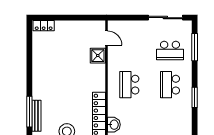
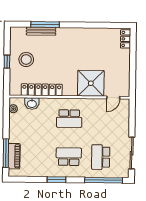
window: (195, 47) -> (104, 180), width x1.46
shower: (98, 56) -> (91, 83), width x1.86, depth x1.86
school desk: (129, 85) -> (69, 119), turned 180

